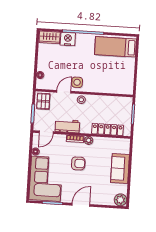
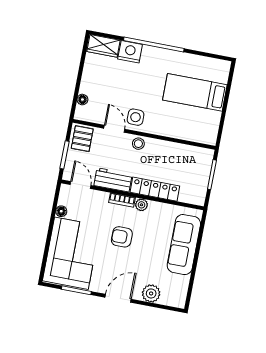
bed: (115, 47) -> (195, 92), moved
door: (64, 92) -> (114, 129), hinge flipped
locker: (108, 129) -> (155, 189), moved
door: (46, 132) -> (81, 185), swing flipped
armchair: (78, 163) -> (122, 237), turned 180
sofa: (120, 169) -> (184, 245), width x1.36
plant: (120, 200) -> (151, 293), moved

